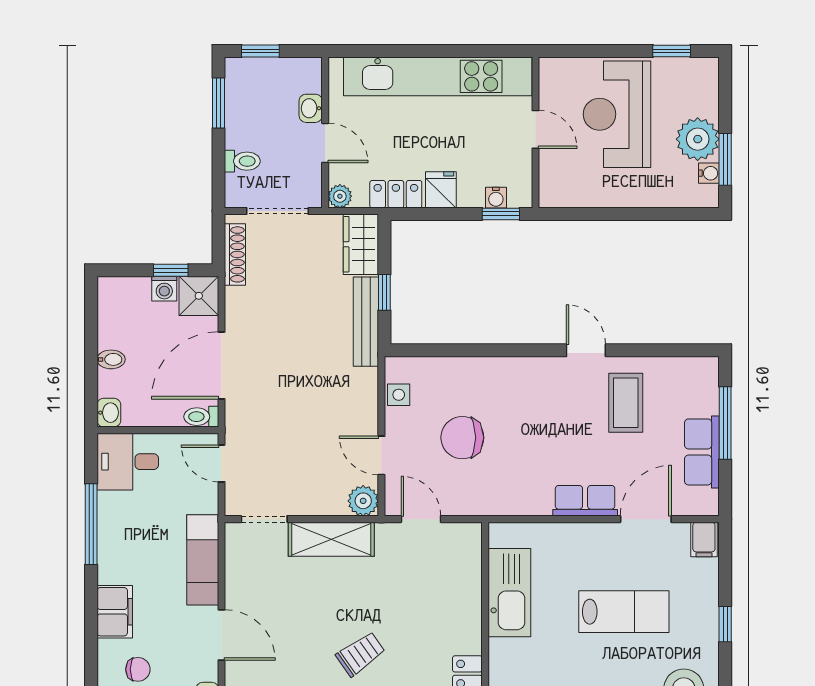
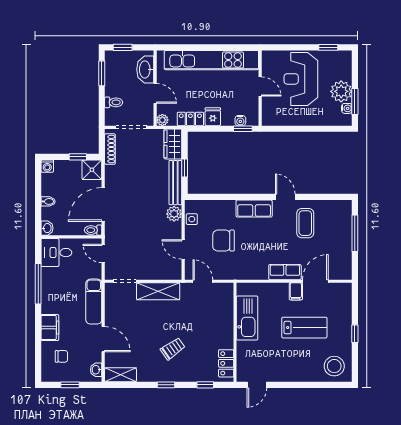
washbasin: (311, 108) -> (145, 69), width x1.91, depth x1.45
washing machine: (164, 289) -> (47, 166), moved
row of seats: (702, 452) -> (254, 208), moved, turned -90
plant: (363, 501) -> (174, 214), moved
filing cabinet: (704, 539) -> (296, 291), moved

